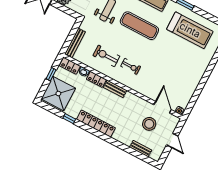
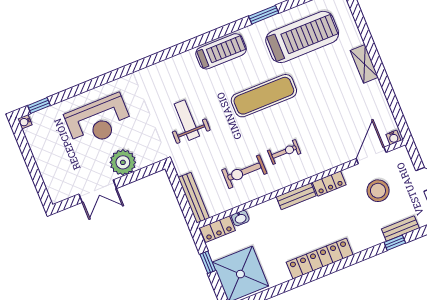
exercise mat: (139, 26) -> (264, 96), moved
shelving: (202, 69) -> (364, 64), added
locker: (96, 79) -> (329, 184), moved
door: (163, 107) -> (371, 155), hinge flipped
window: (69, 119) -> (395, 243), moved

